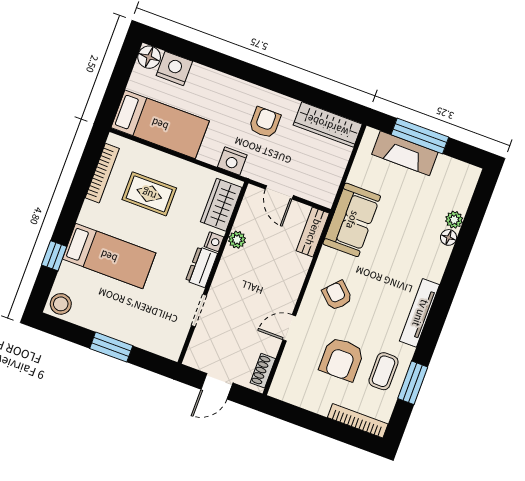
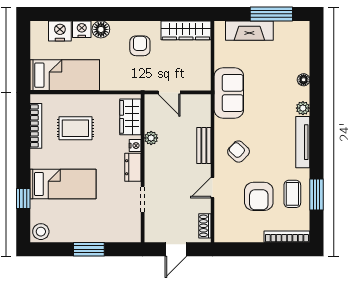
floor lamp: (149, 57) -> (101, 29), moved
window: (420, 136) -> (271, 14), moved
nightstand: (232, 161) -> (82, 29), moved, turned 180
plant: (454, 220) -> (303, 108), moved
bench: (313, 232) -> (204, 145), moved

